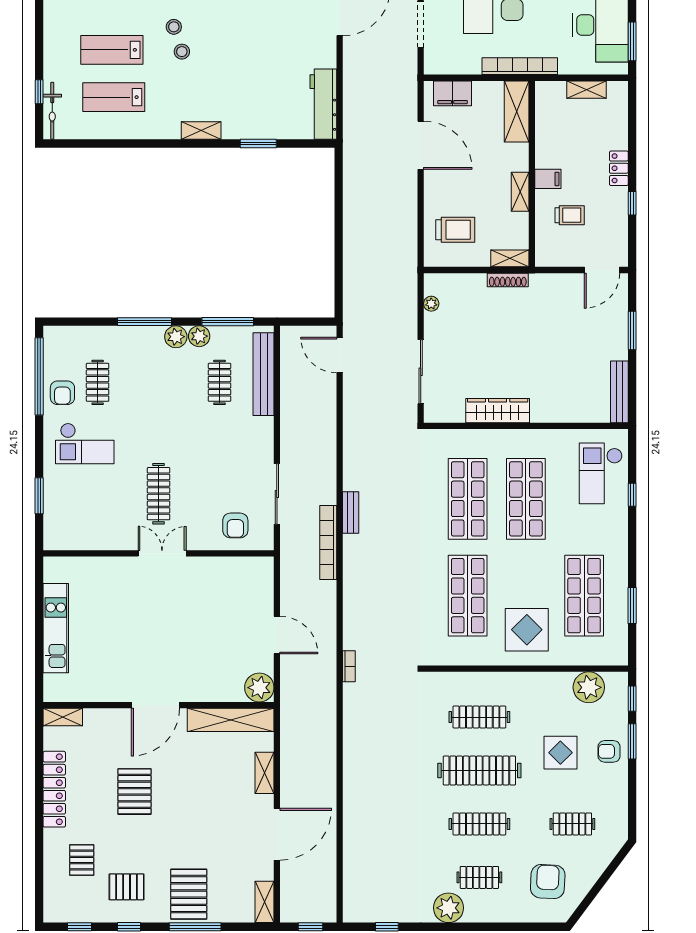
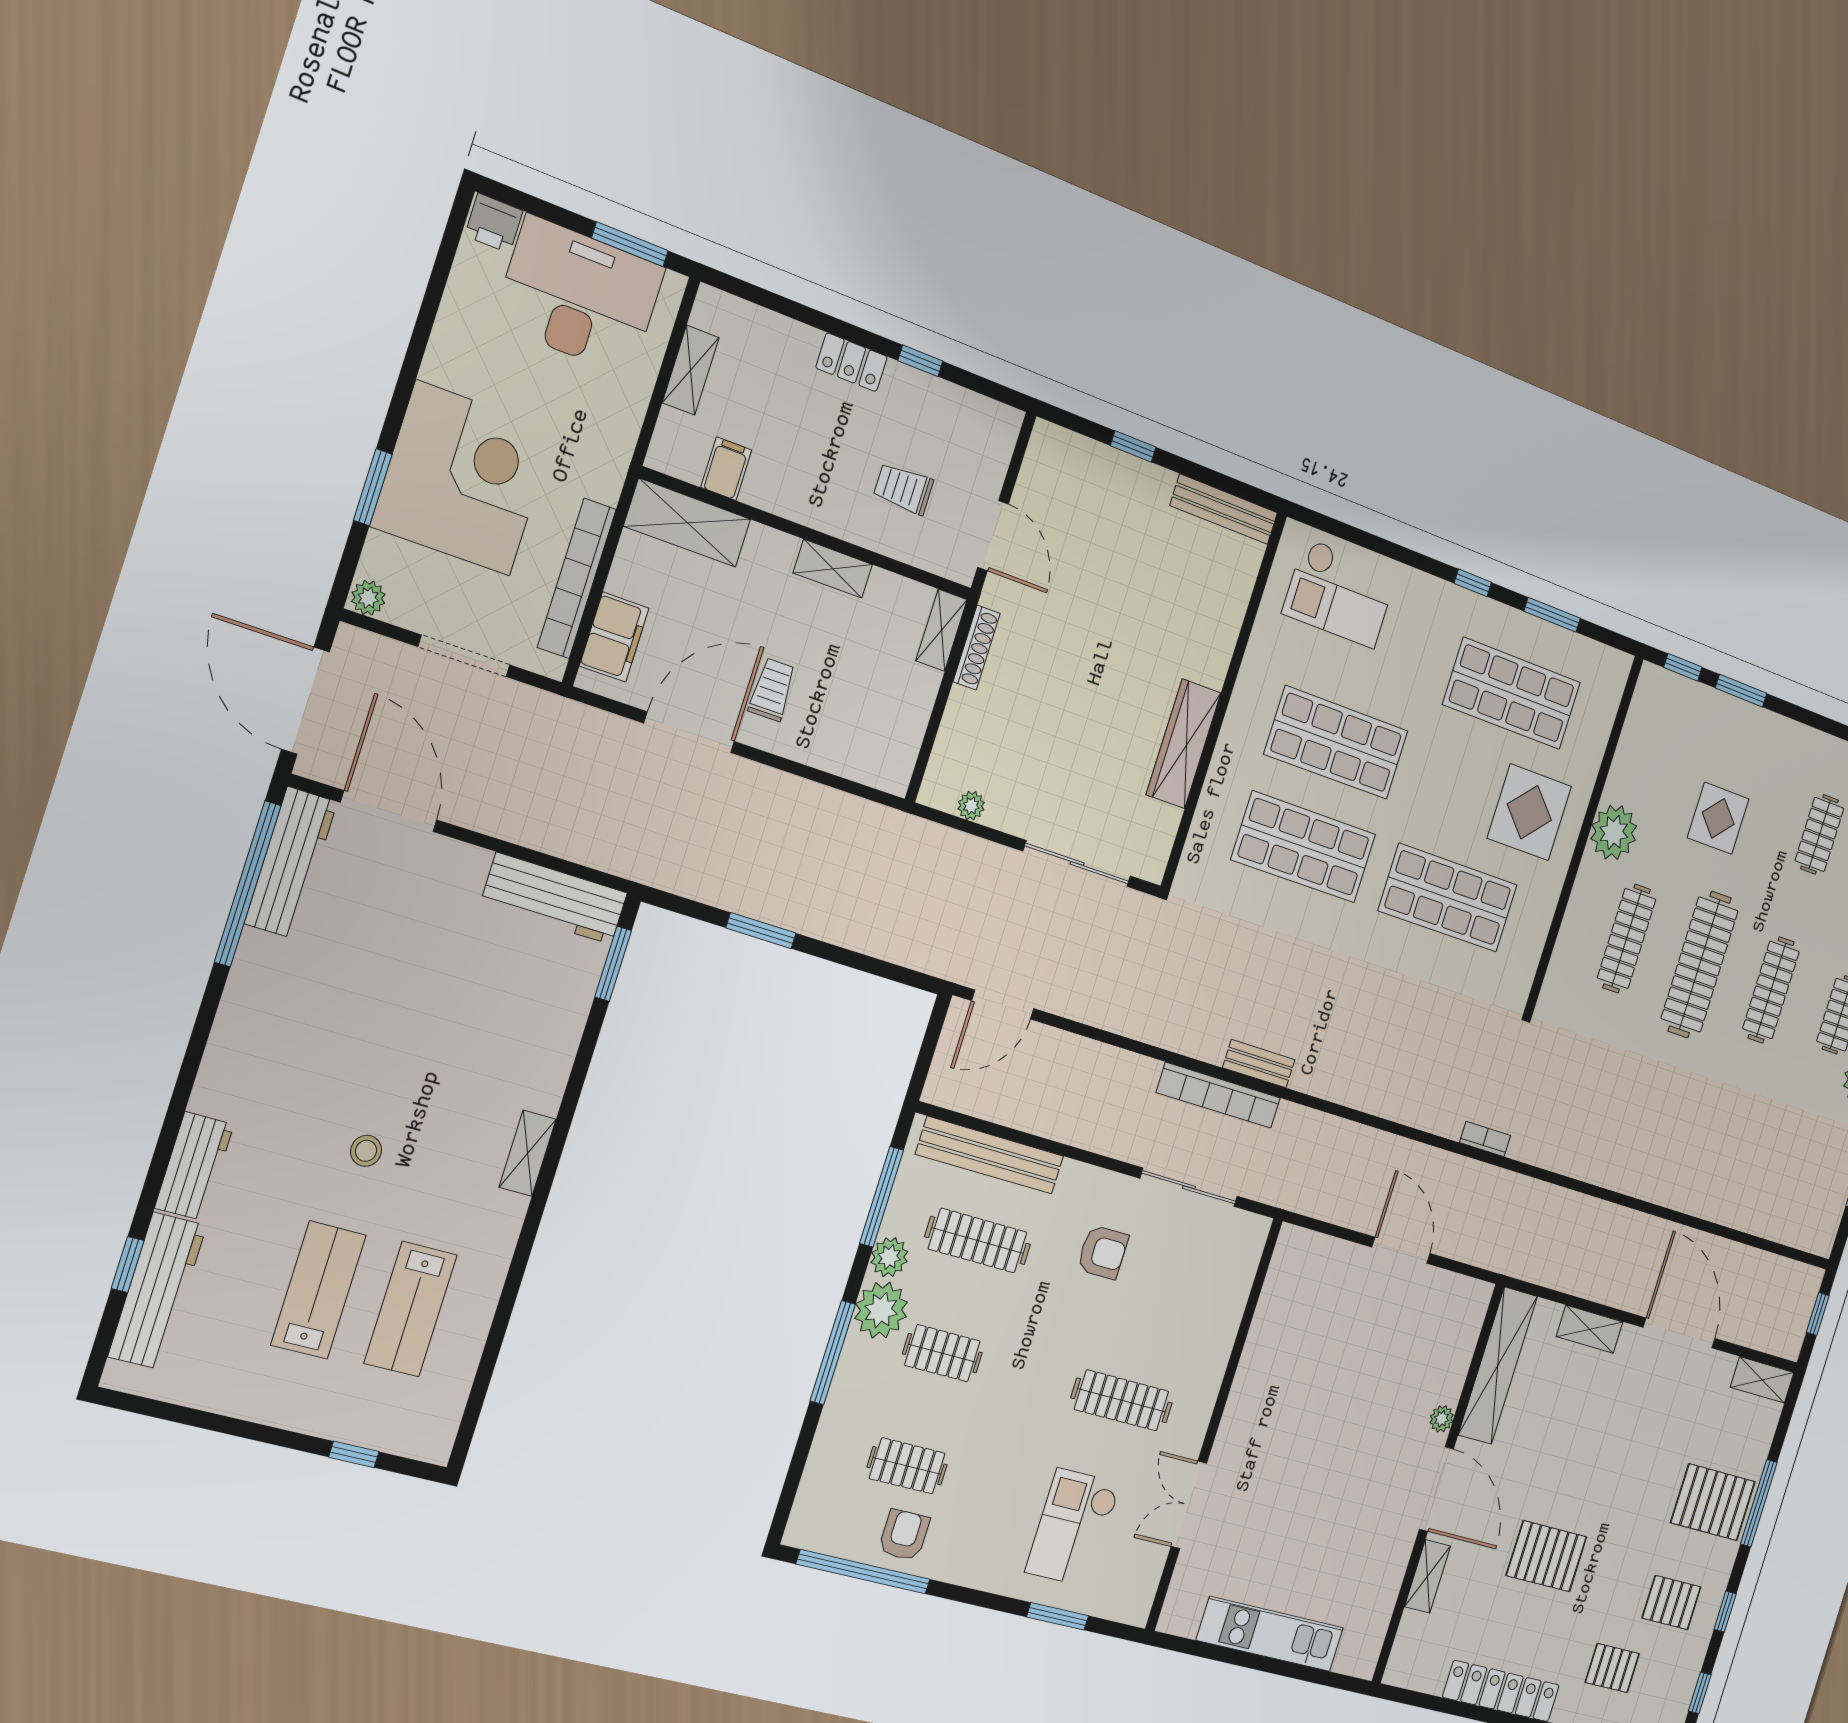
stool: (174, 27) -> (313, 1154), removed
lab bench: (112, 50) -> (318, 1290), turned 180
bookcase: (520, 66) -> (577, 578), moved
bicycle: (52, 111) -> (398, 1437), removed
window: (258, 143) -> (613, 964), moved
filing cabinet: (548, 179) -> (726, 469), moved
window: (339, 213) -> (761, 931), added
trolley: (570, 215) -> (903, 489), turned -90
trolley: (455, 230) -> (772, 690), moved, width x0.73, depth x0.72
door: (602, 270) -> (993, 536), moved
window: (632, 331) -> (1133, 446), width x0.67
plant: (176, 337) -> (881, 1310), width x1.36, depth x1.36
clothes rail: (159, 382) -> (942, 1353), added
clothes rail: (219, 382) -> (978, 1241), width x1.36
armchair: (62, 393) -> (904, 1535), turned -90
checkout: (85, 444) -> (1073, 1528), moved, turned 180
window: (632, 495) -> (1473, 583), moved
armchair: (235, 525) -> (1103, 1252), moved
bookcase: (328, 542) -> (1218, 1095), moved
double door: (162, 553) -> (1189, 1505), moved
door: (277, 635) -> (1401, 1250), hinge flipped
plant: (589, 687) -> (1614, 832), moved
plant: (259, 688) -> (1442, 1419), moved, width x0.53, depth x0.53
shelving: (63, 717) -> (1427, 1576), moved
armchair: (609, 751) -> (1742, 735), removed
pallet: (127, 887) -> (1671, 1603), turned 90

